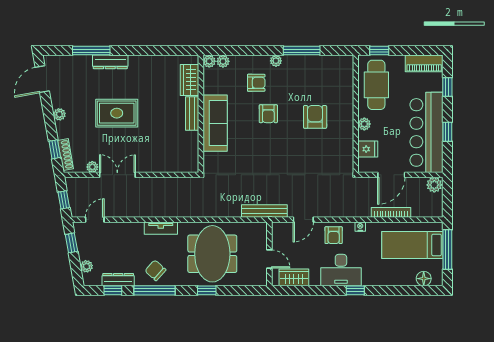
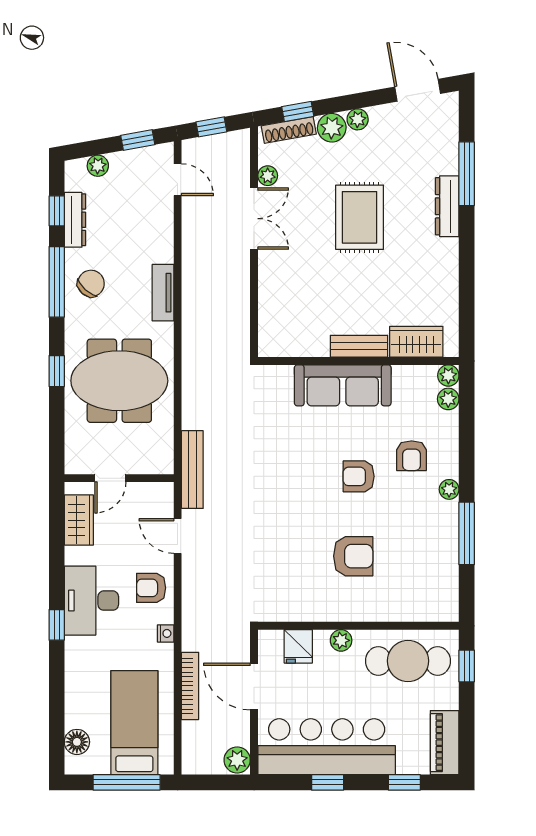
plant: (64, 129) -> (332, 128), added

